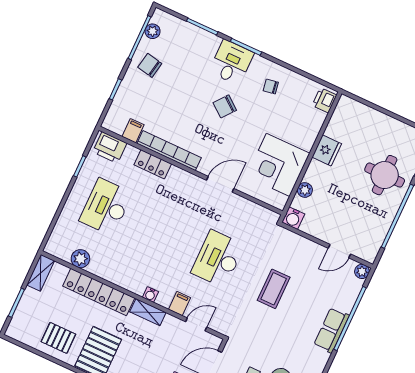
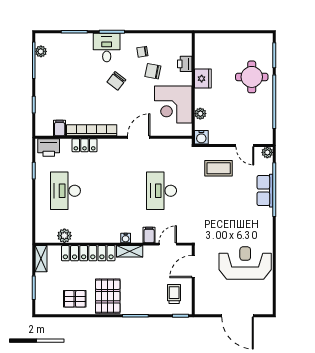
chair: (150, 65) -> (153, 71), moved
printer: (324, 100) -> (185, 64), moved
door: (339, 251) -> (245, 145), hinge flipped
coffee table: (274, 289) -> (219, 168), moved, turned 90
row of seats: (331, 330) -> (265, 191), moved

